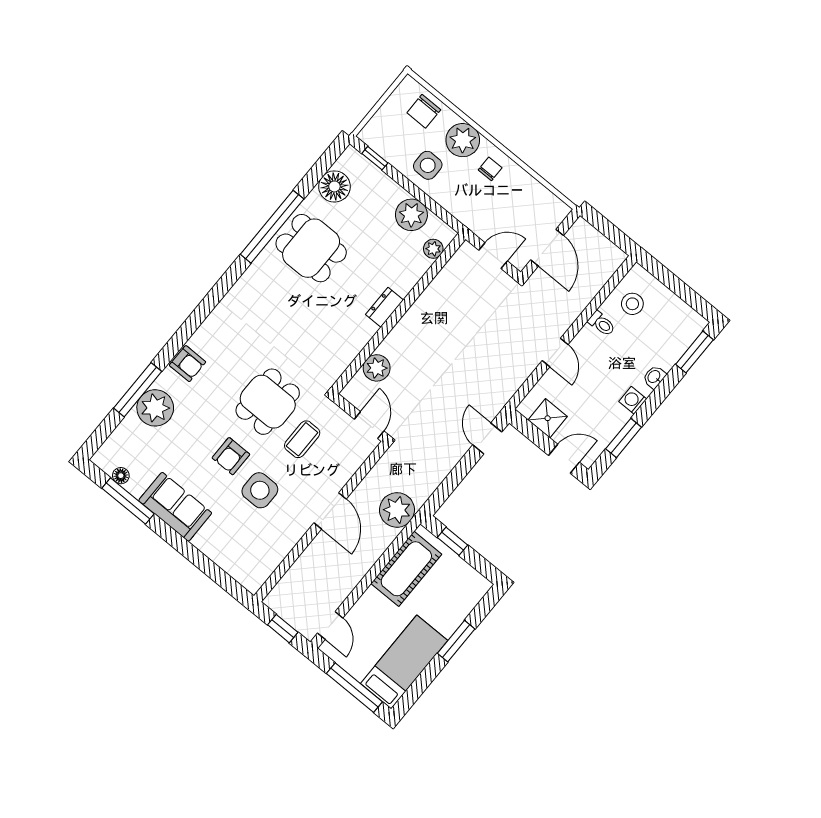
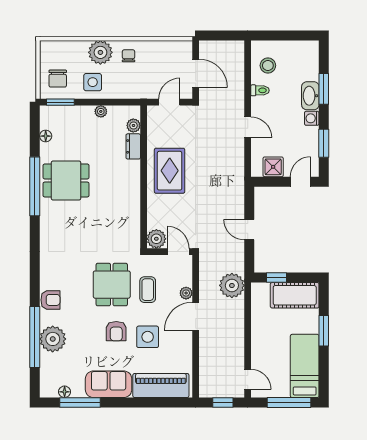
chair: (424, 111) -> (58, 79), moved
window: (375, 158) -> (60, 102), width x1.50
floor lamp: (334, 186) -> (46, 136), width x0.53, depth x0.53
plant: (411, 215) -> (101, 111), width x0.53, depth x0.53
dresser: (385, 307) -> (133, 146), moved
rug: (432, 330) -> (170, 171), added
window: (694, 352) -> (324, 89), moved
plant: (377, 368) -> (156, 239), moved
washbasin: (654, 377) -> (310, 96), width x1.91, depth x1.45
window: (138, 390) -> (35, 337), width x1.46
door: (487, 438) -> (249, 230), moved
plant: (341, 477) -> (186, 293), added
door: (330, 511) -> (196, 316), swing flipped
piano: (231, 555) -> (161, 385), added
cot: (406, 569) -> (295, 295), moved, turned 90

